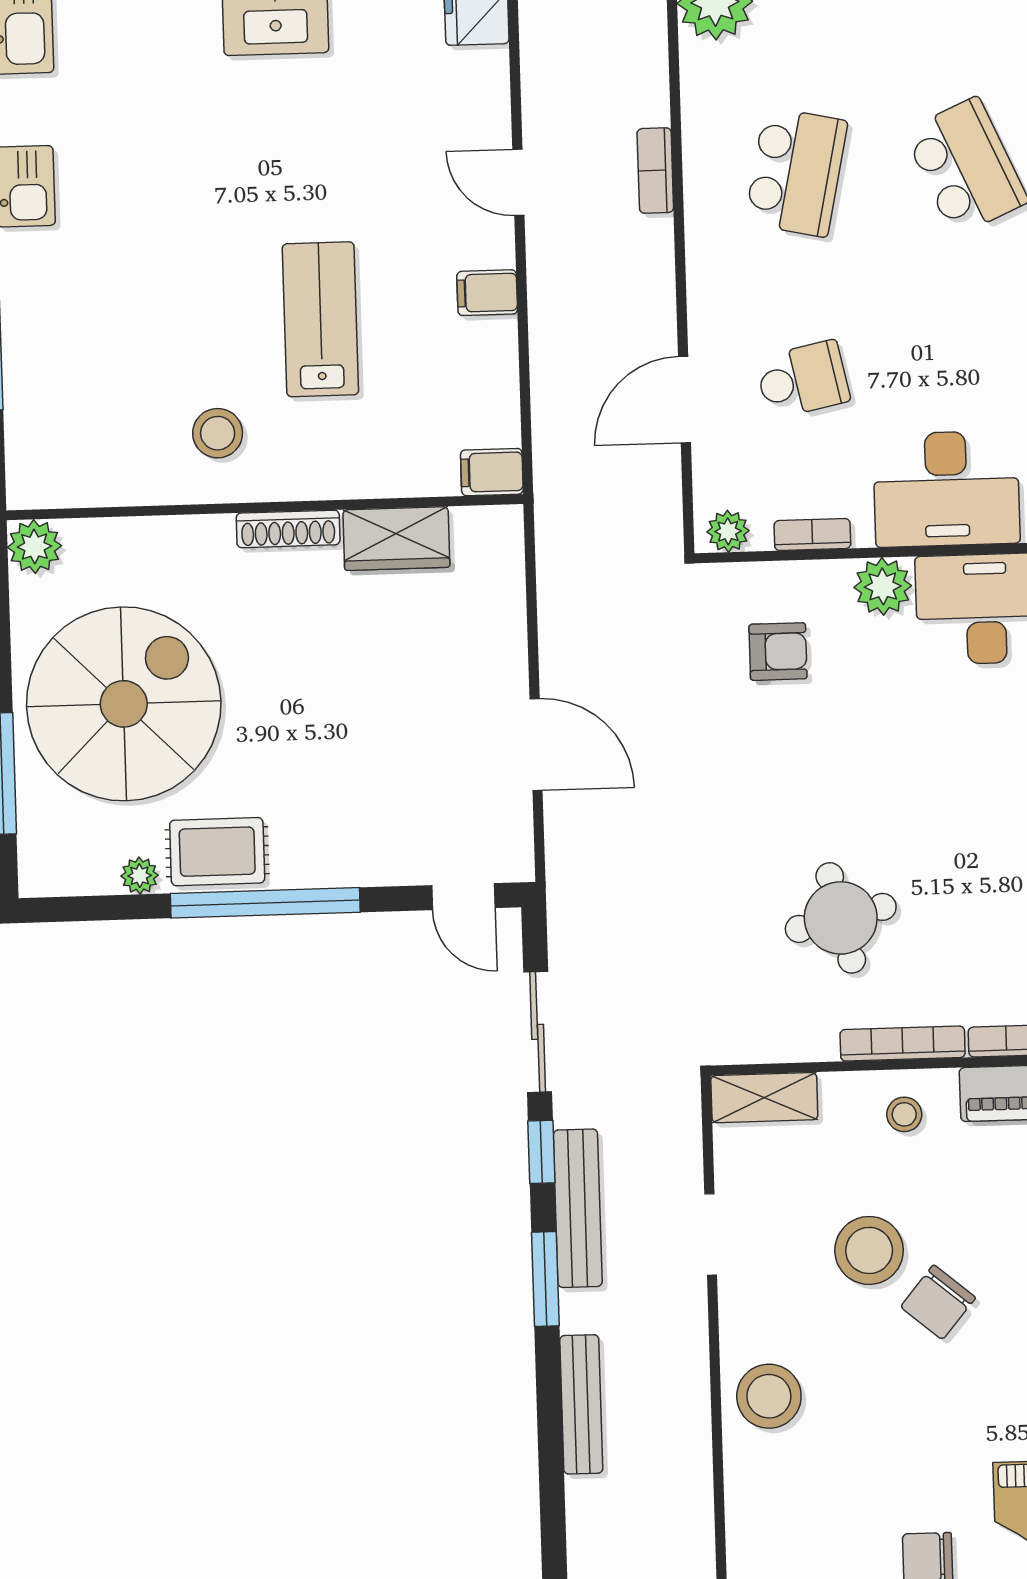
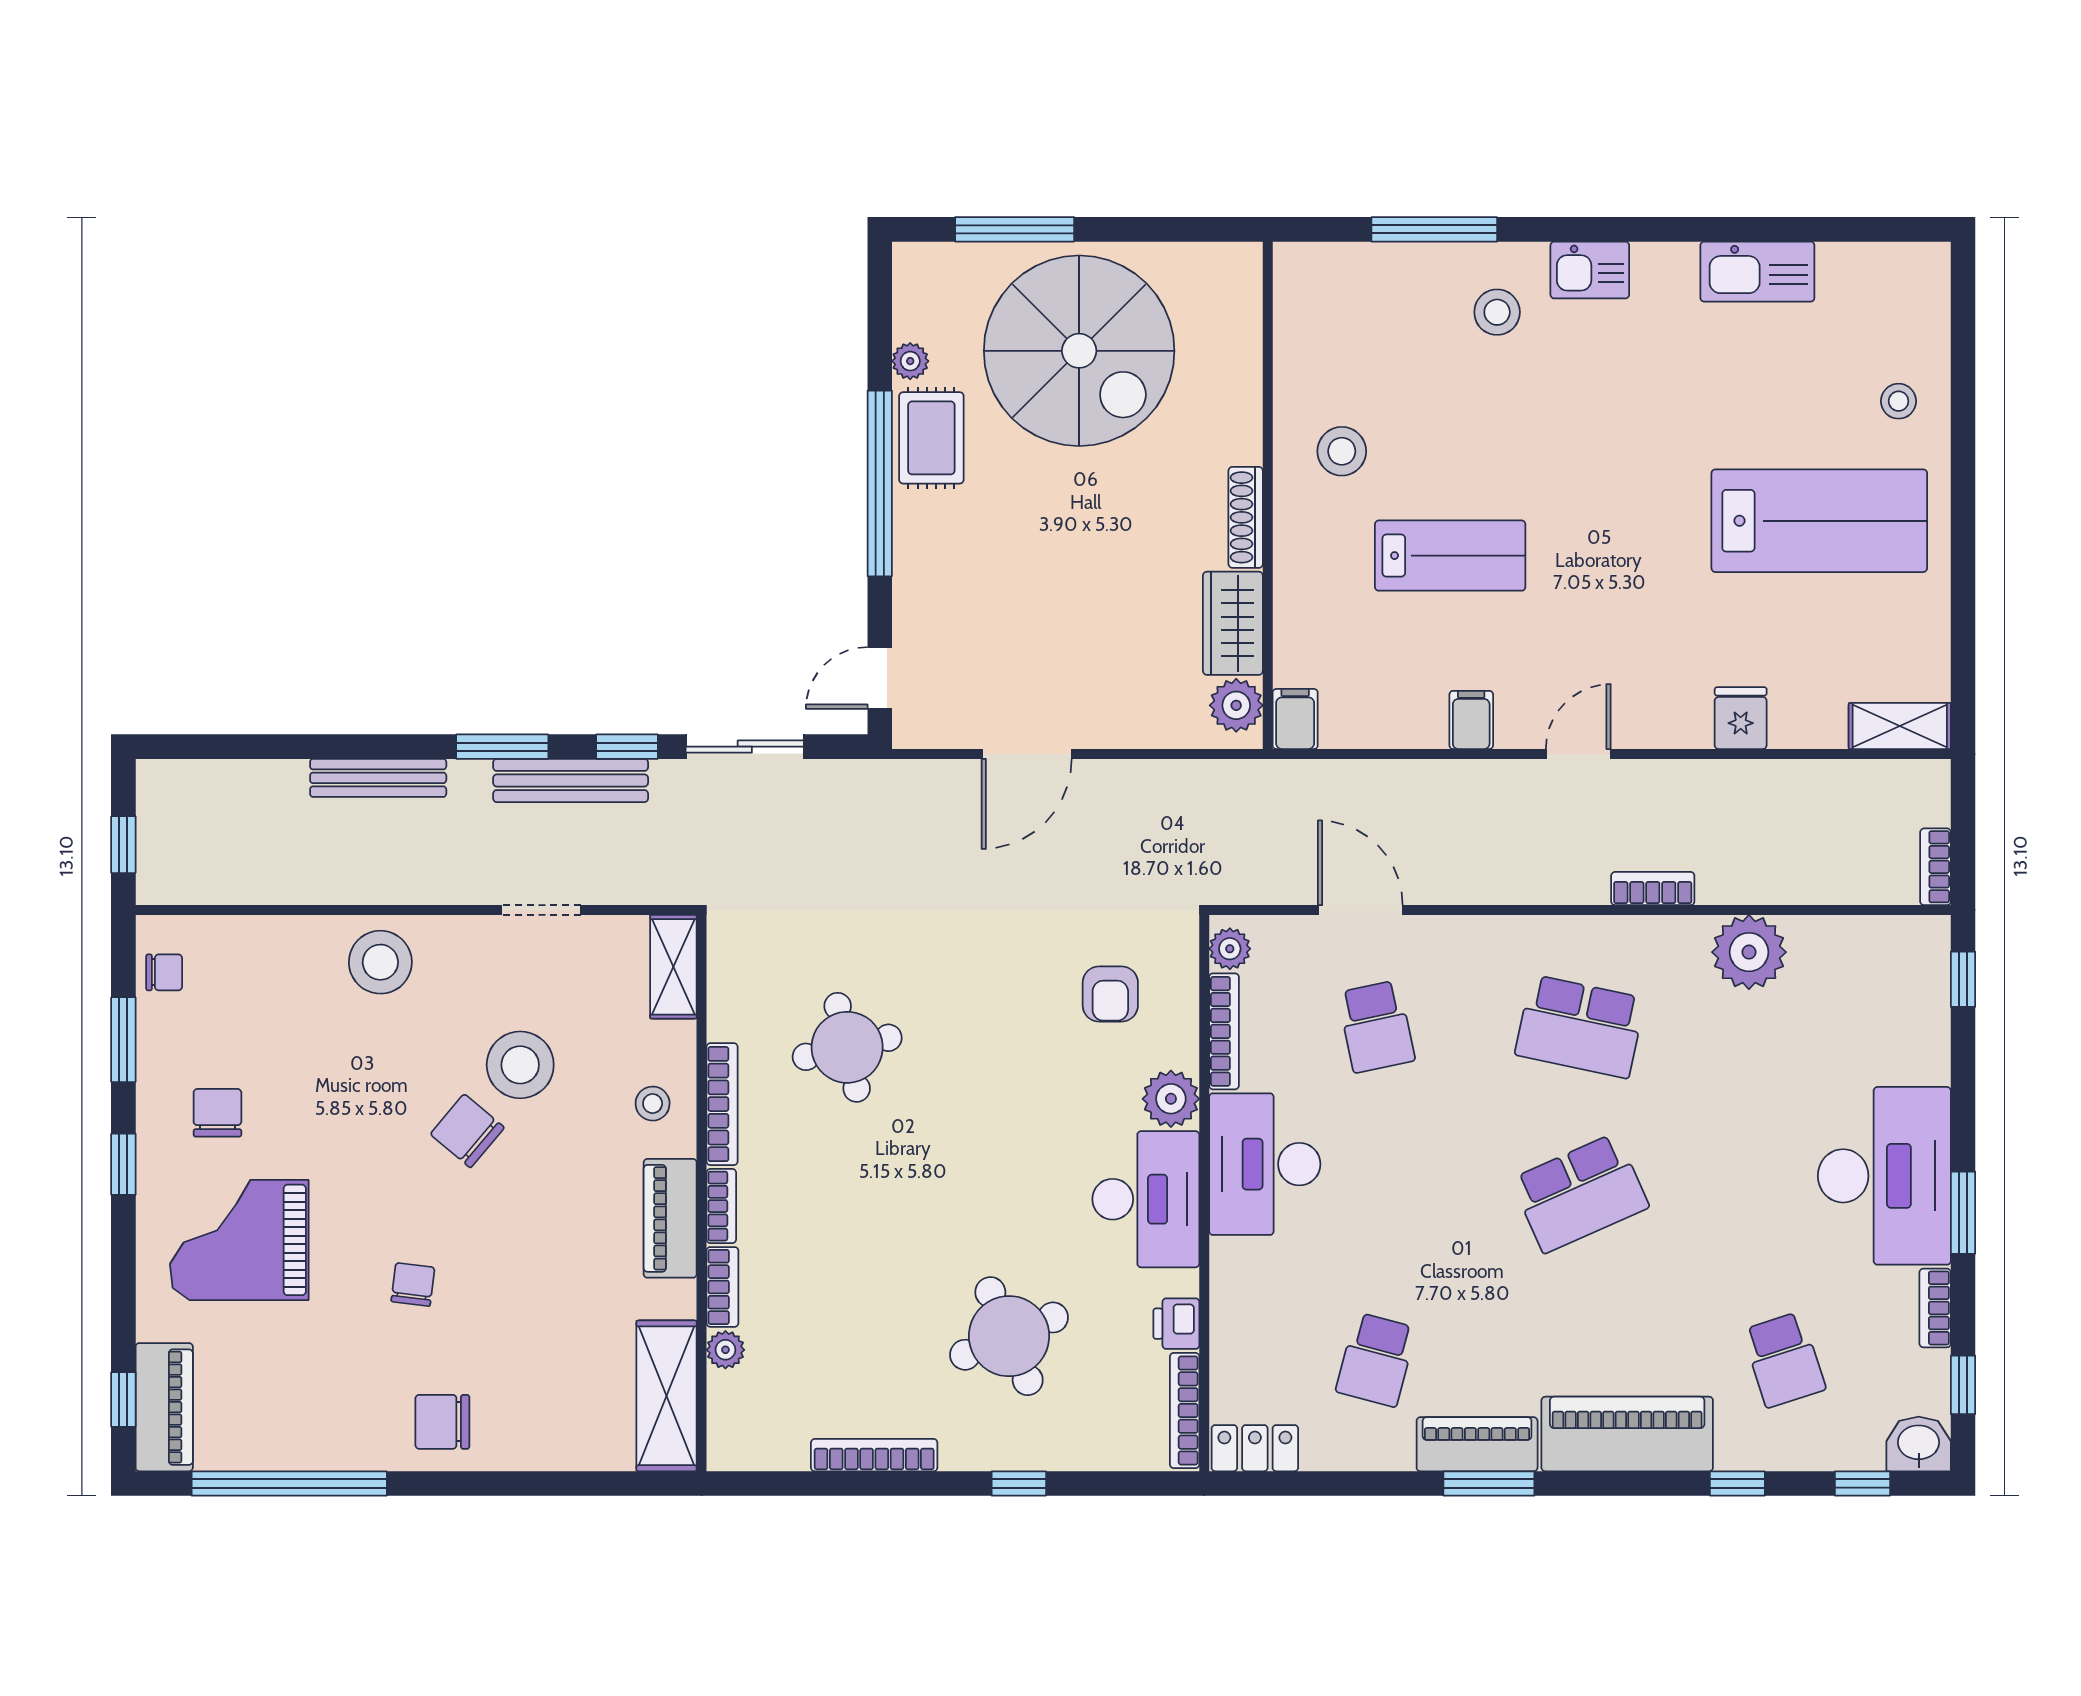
bookcase: (655, 171) -> (1653, 889), moved
stool: (71, 279) -> (1497, 312), added
bookcase: (812, 535) -> (1224, 1031), width x1.56
plant: (34, 547) -> (1236, 705), moved

